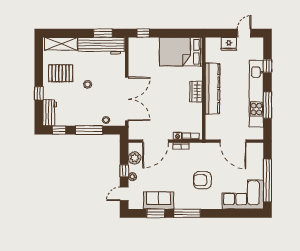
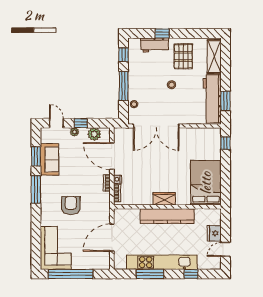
door: (244, 33) -> (226, 249), swing flipped
workbench: (50, 113) -> (155, 45), moved

